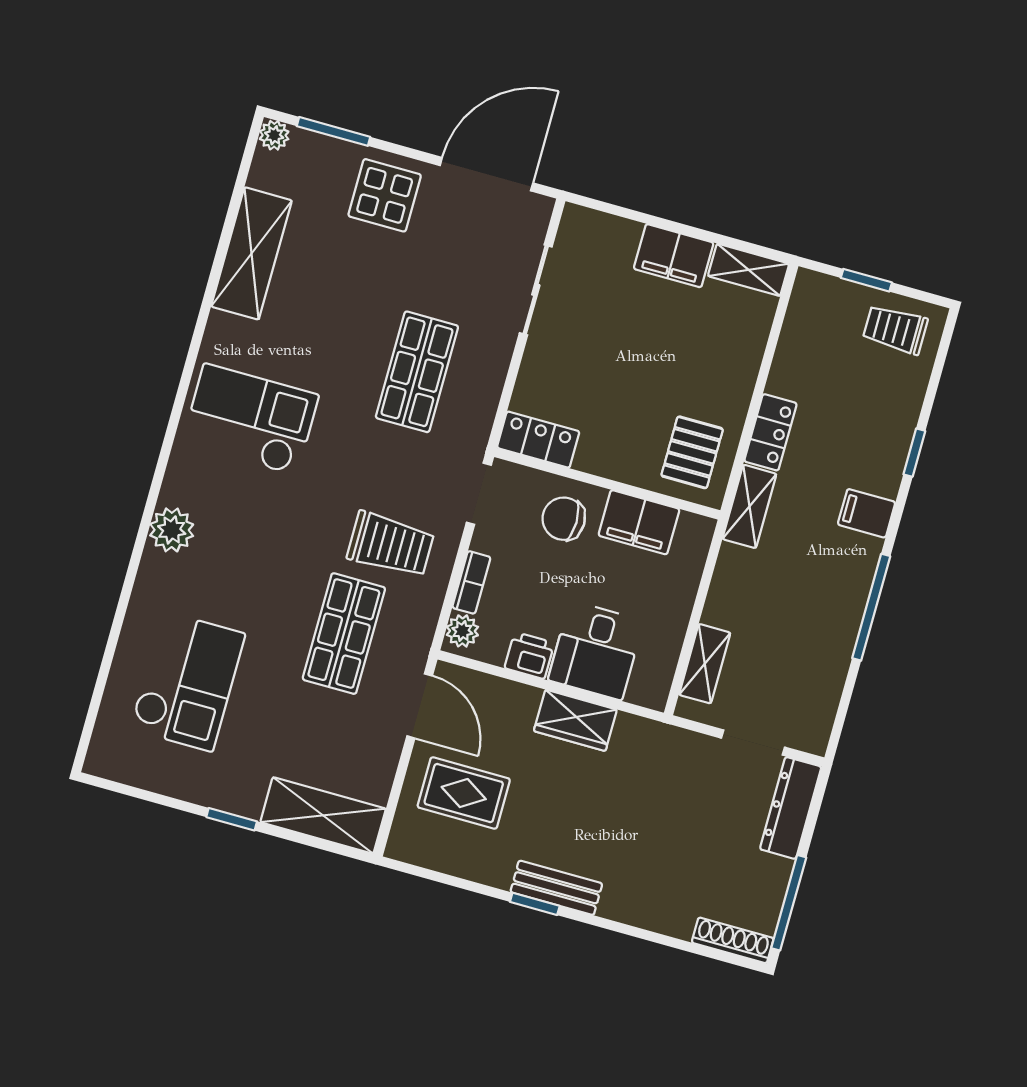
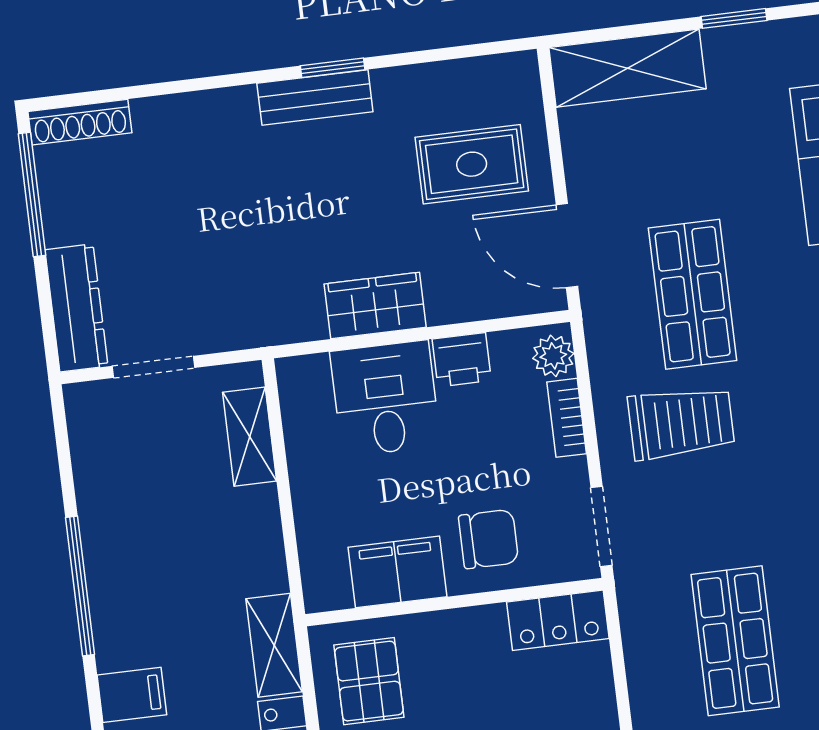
trolley: (391, 544) -> (681, 423), turned 180

